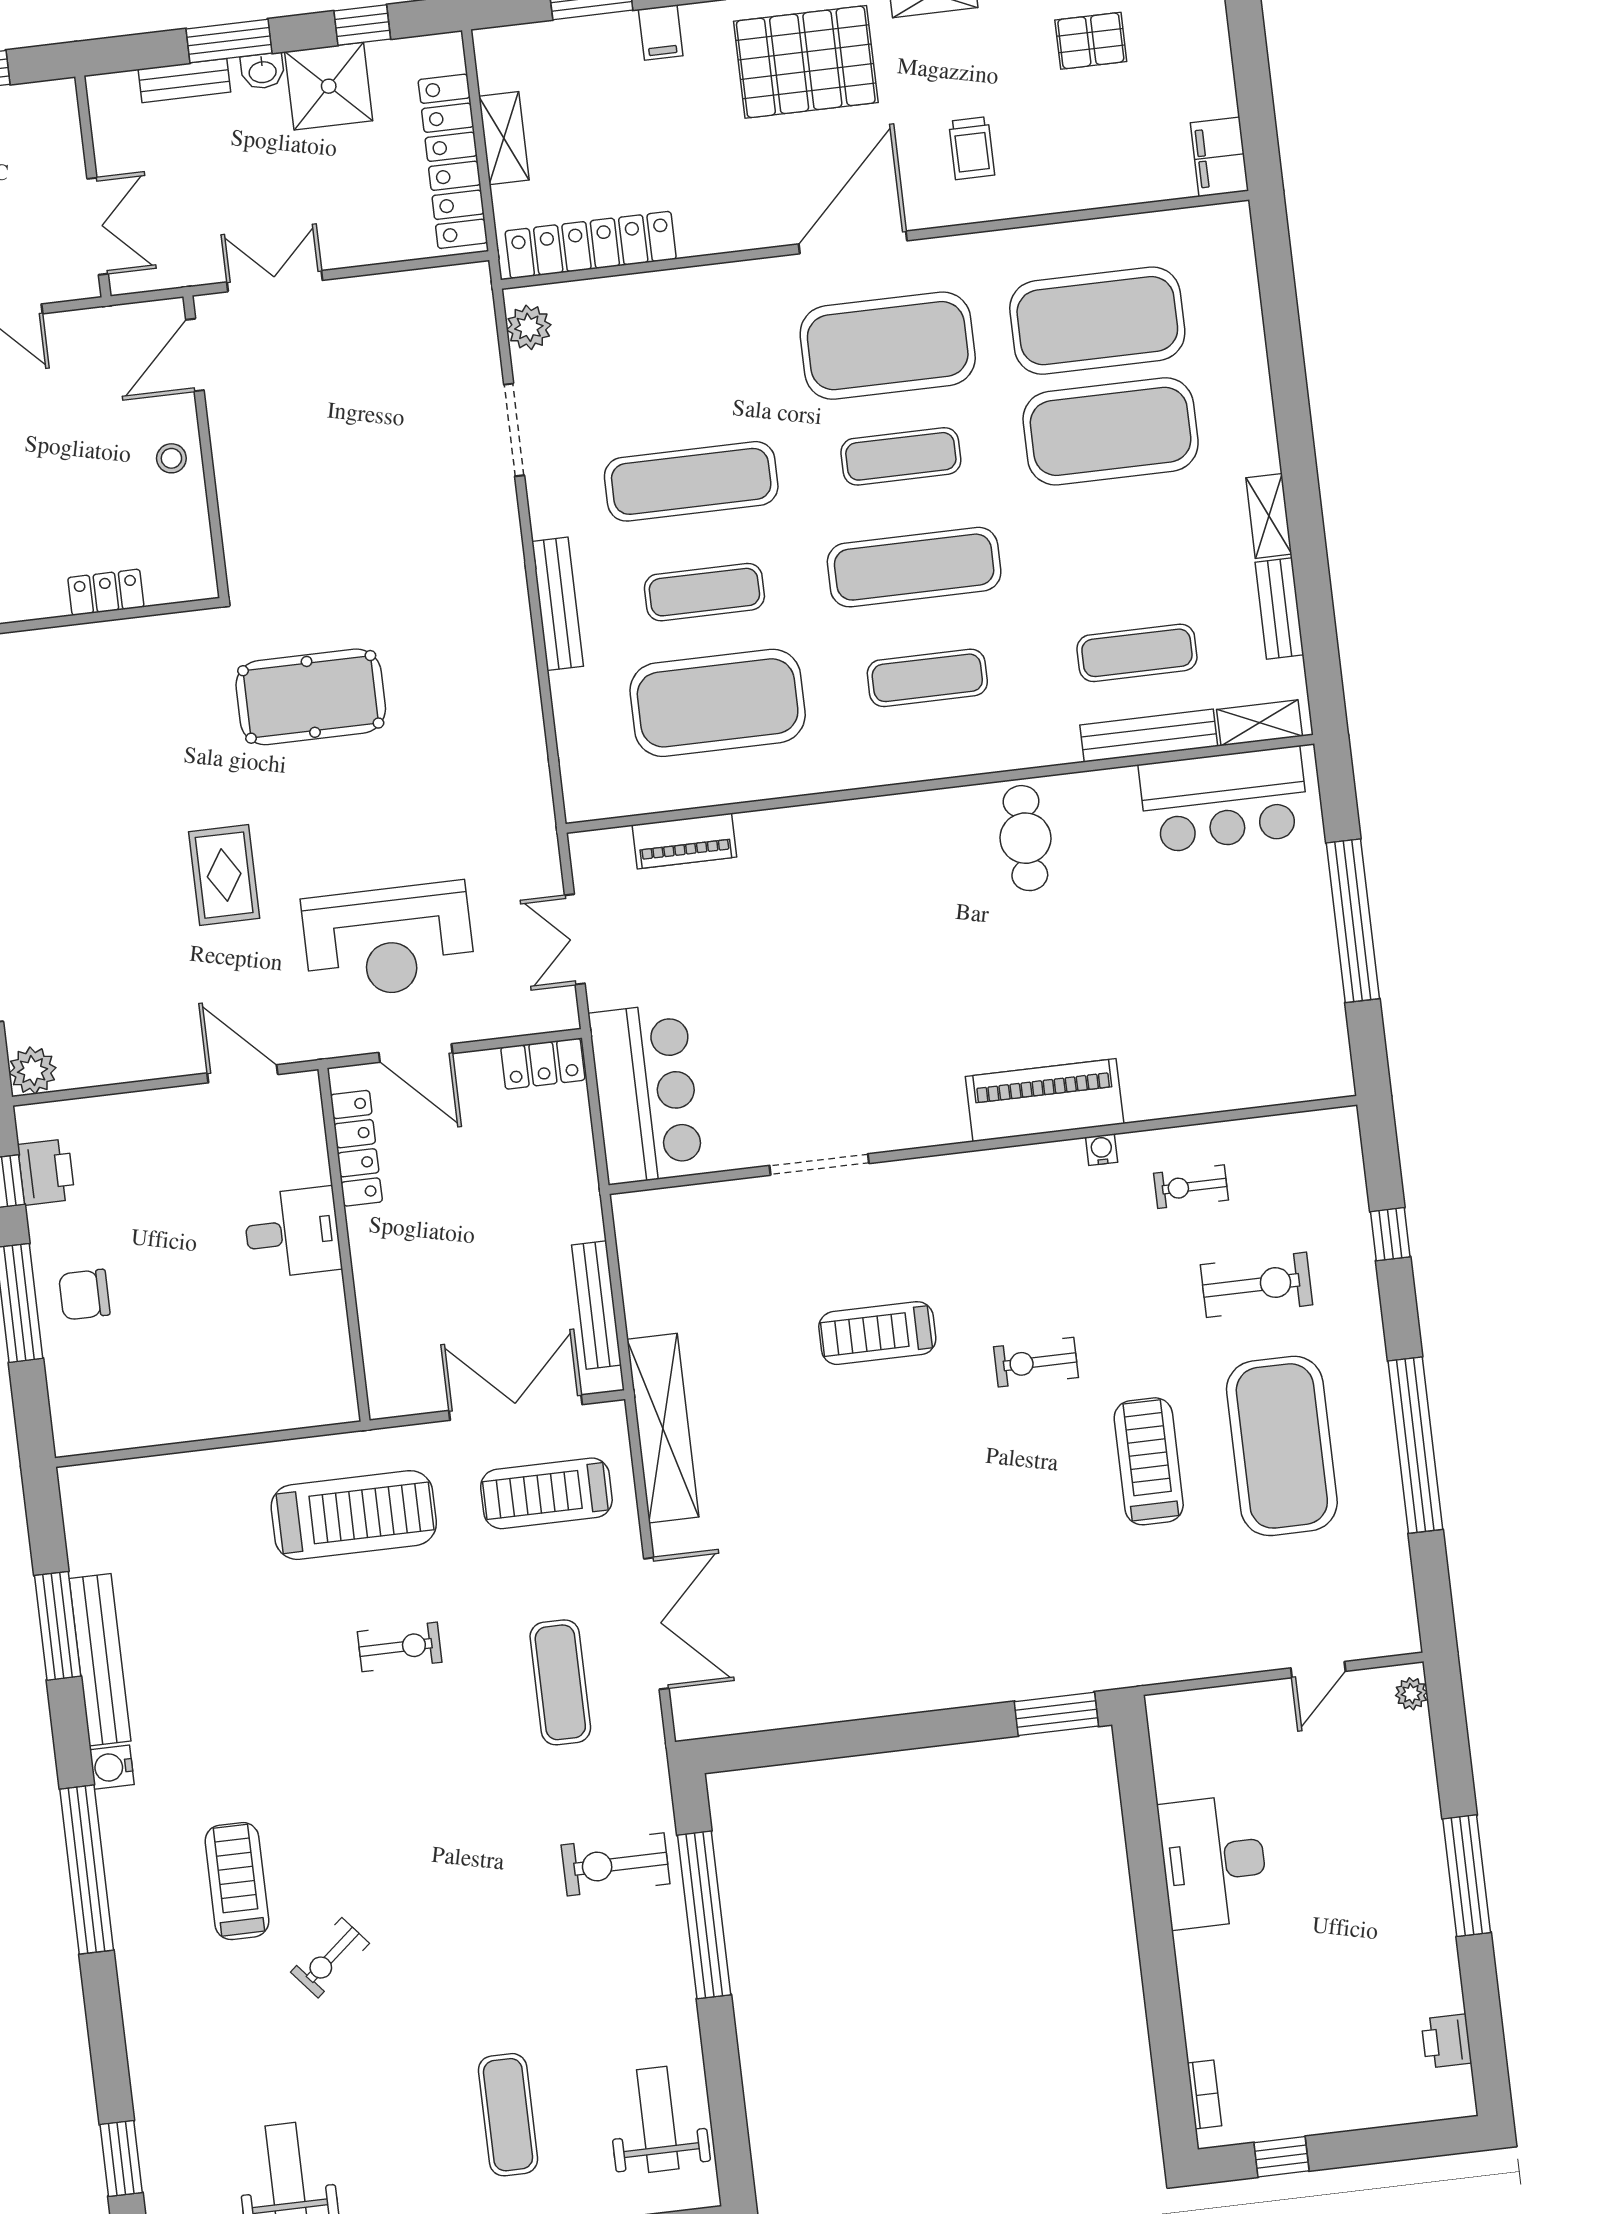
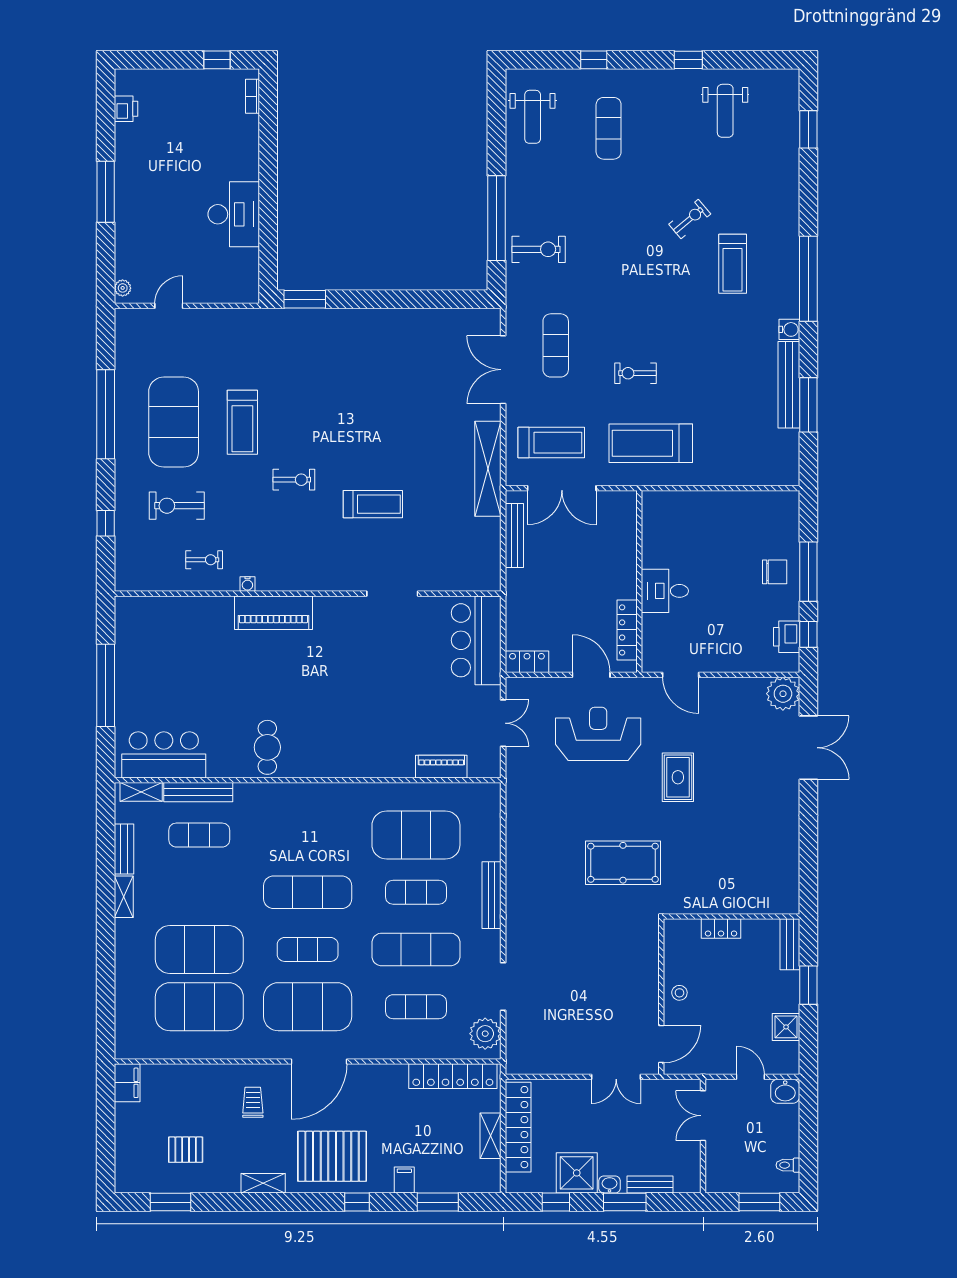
plant: (529, 327) -> (485, 1034), width x1.36, depth x1.36
exercise mat: (927, 678) -> (416, 1007), moved
plant: (33, 1070) -> (783, 694), width x1.36, depth x1.36

